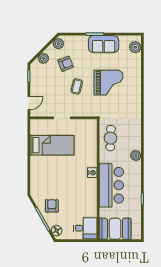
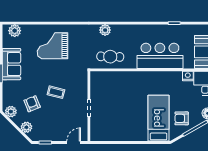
grand piano: (109, 83) -> (52, 46), moved, turned -90
door: (29, 103) -> (74, 143), hinge flipped
bed: (52, 145) -> (159, 118), moved
plant: (136, 156) -> (105, 30), moved
nightstand: (92, 173) -> (188, 76), moved

